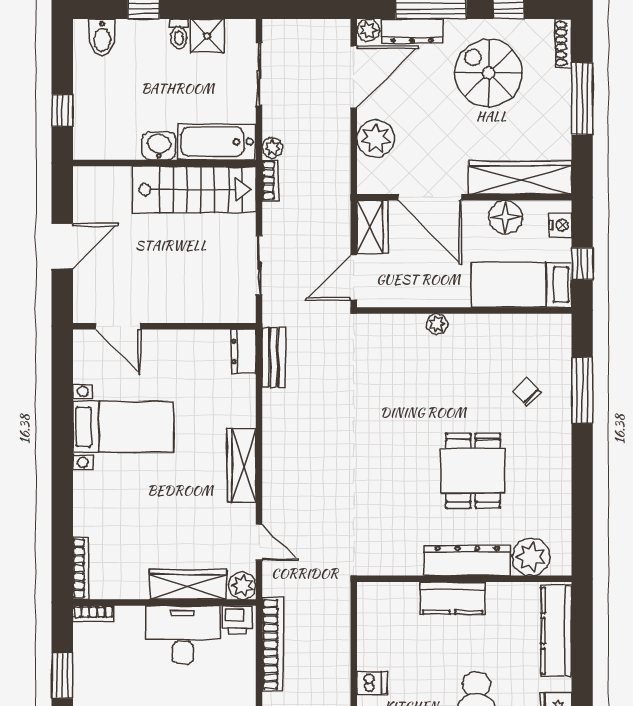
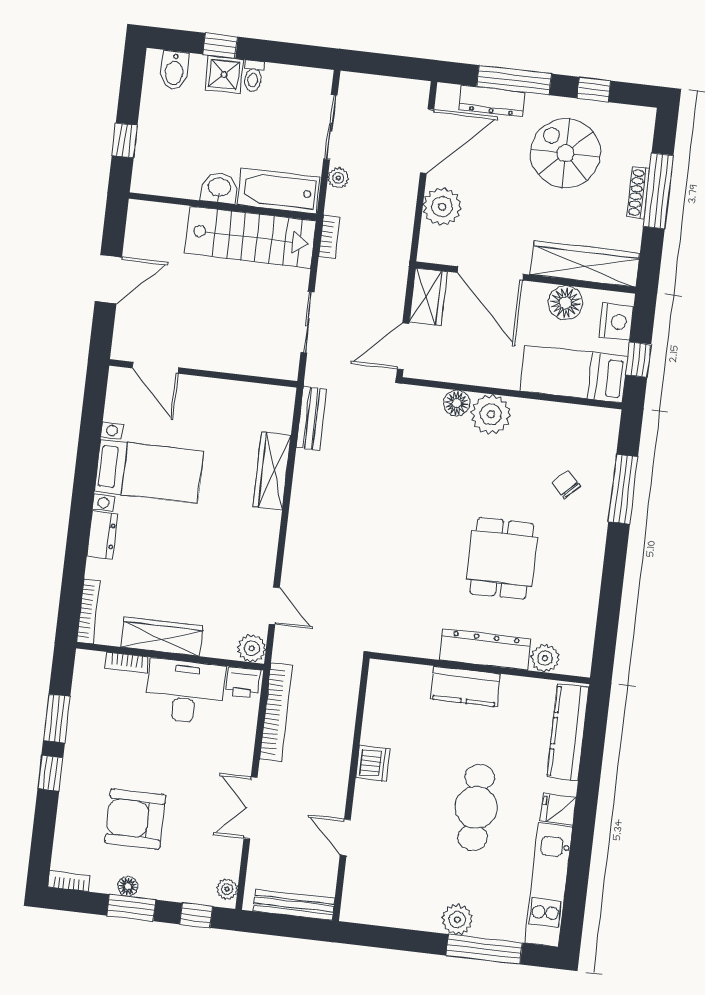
plant: (368, 30) -> (447, 95), removed
shower: (207, 36) -> (224, 75), moved
shoe rack: (563, 44) -> (638, 193), moved
plant: (272, 148) -> (338, 178), moved
nightstand: (560, 225) -> (616, 322), width x1.36, depth x1.33
plant: (437, 324) -> (491, 414), width x1.87, depth x1.87
floor lamp: (412, 326) -> (457, 403), added
dresser: (243, 351) -> (102, 535), moved, turned 180
wardrobe: (242, 465) -> (272, 471), moved
plant: (531, 557) -> (545, 658), width x0.73, depth x0.73
wardrobe: (188, 584) -> (162, 637), moved
bookcase: (93, 614) -> (127, 663), moved
dishwasher: (372, 683) -> (373, 763), width x1.38

